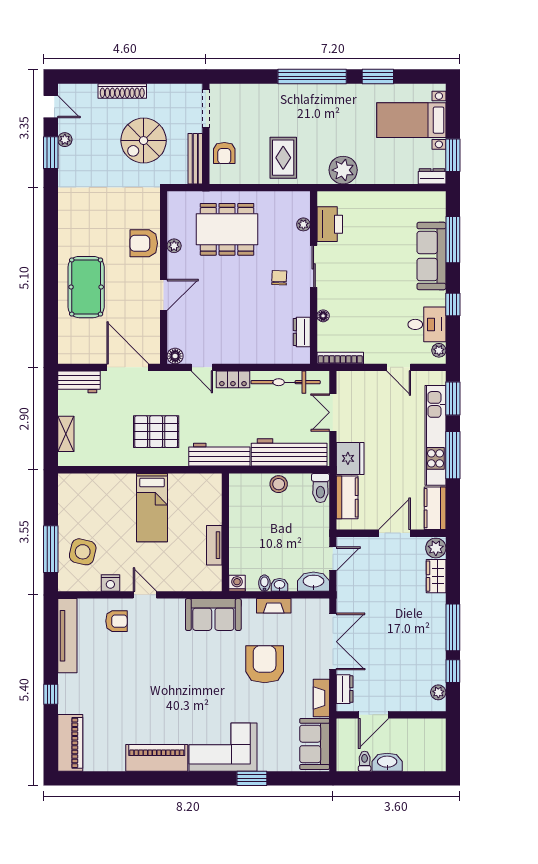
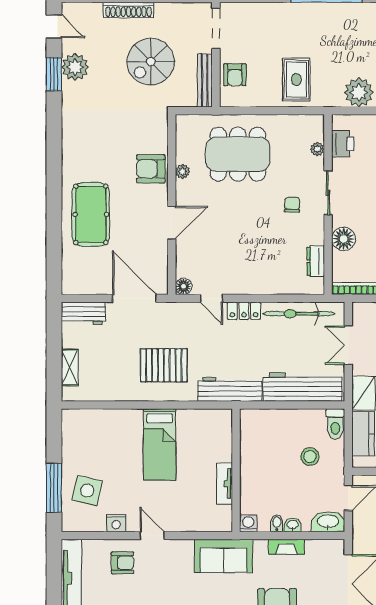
plant: (65, 140) -> (75, 67), width x1.88, depth x1.88
printer: (330, 224) -> (343, 144), width x0.73, depth x0.84
floor lamp: (323, 316) -> (344, 239), width x1.89, depth x1.89
stool: (279, 484) -> (310, 456), moved

